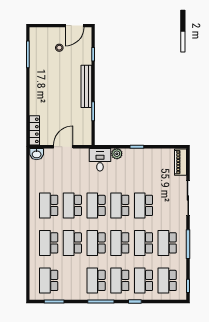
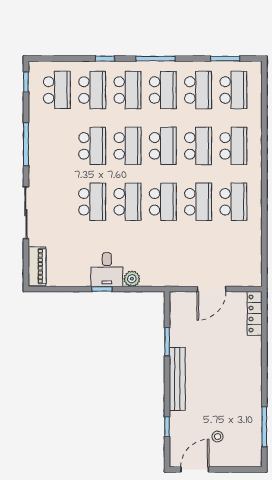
washbasin: (37, 154) -> (251, 278), removed
desk: (100, 160) -> (107, 270), moved
school desk: (167, 243) -> (198, 90), moved

